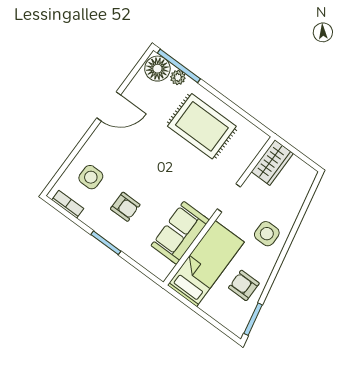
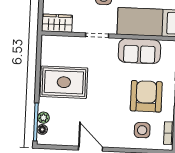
floor lamp: (157, 69) -> (42, 129), width x0.53, depth x0.53
rug: (202, 126) -> (64, 82), turned 90
armchair: (125, 207) -> (146, 96), width x1.88, depth x1.88

